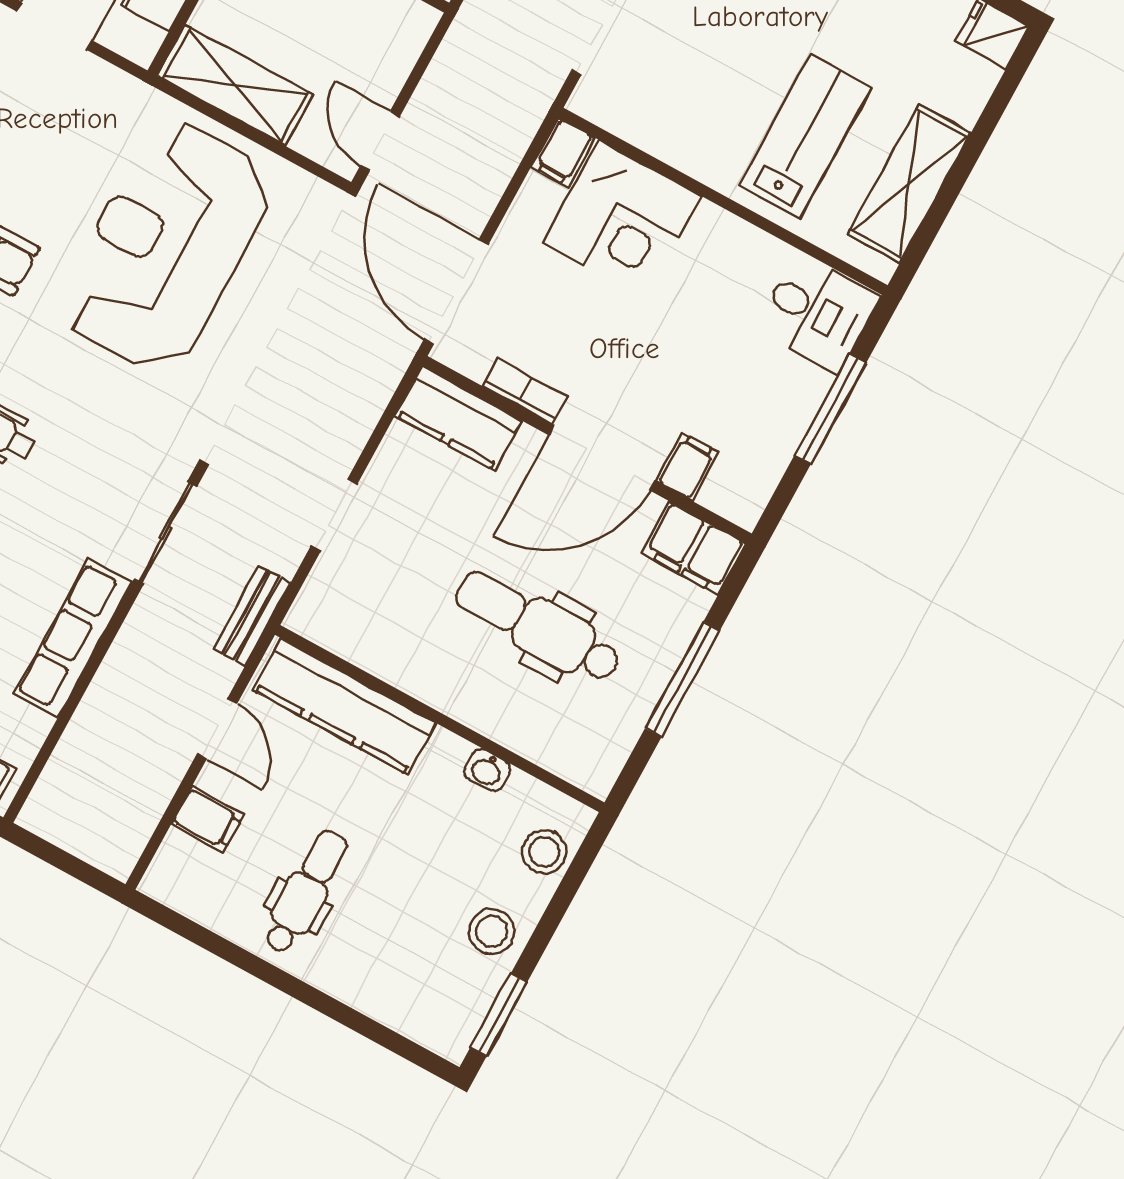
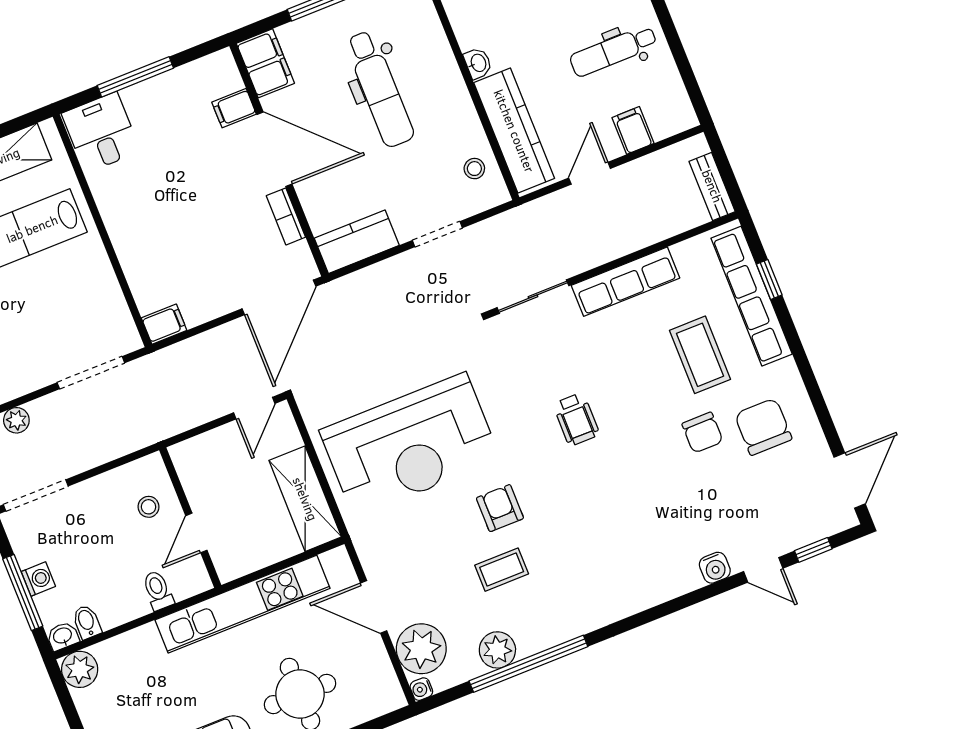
corner desk: (622, 219) -> (162, 264), removed
kitchen counter: (458, 418) -> (357, 242), moved, turned -90
bench: (252, 616) -> (712, 186), moved, turned 90
stool: (354, 625) -> (474, 169), added
washbasin: (487, 770) -> (478, 63), moved

